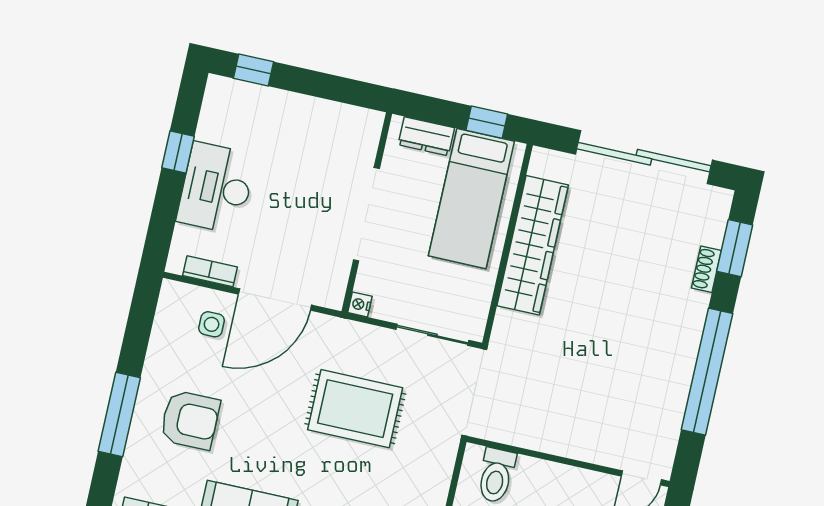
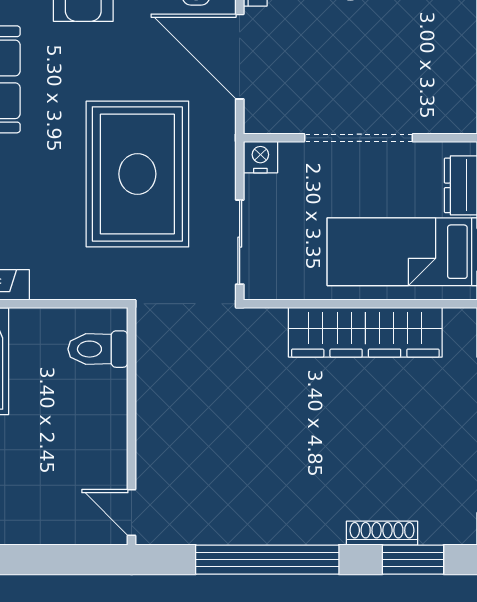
shoe rack: (706, 269) -> (382, 533), width x1.43
nightstand: (360, 304) -> (260, 157), width x1.39, depth x1.35
rug: (355, 409) -> (137, 174), width x1.37, depth x1.44

